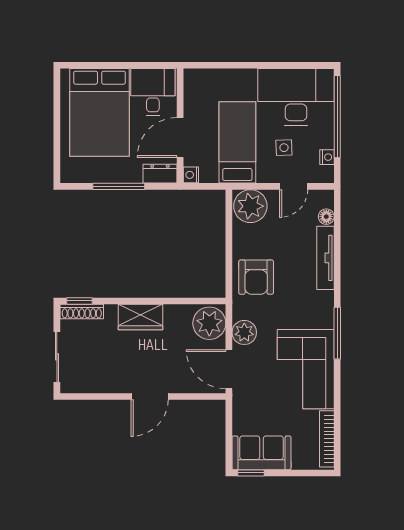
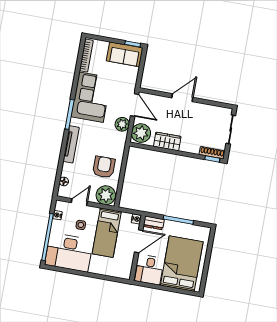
tv unit: (325, 258) -> (71, 144), moved
armchair: (256, 277) -> (104, 167), moved
wardrobe: (141, 317) -> (167, 141), moved

